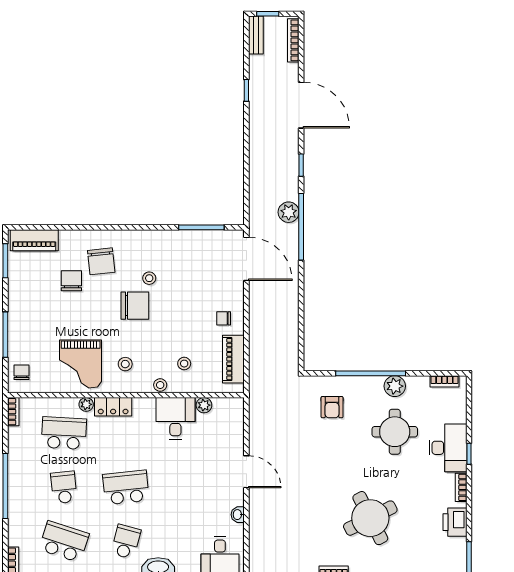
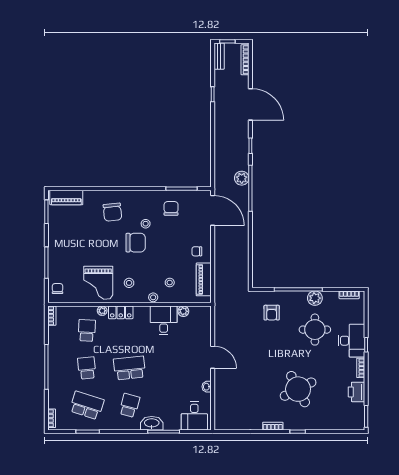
chair: (71, 281) -> (171, 208), moved
school desk: (64, 433) -> (87, 331), width x0.54

